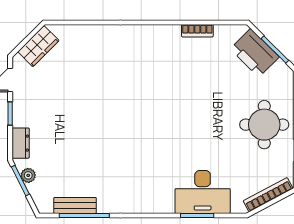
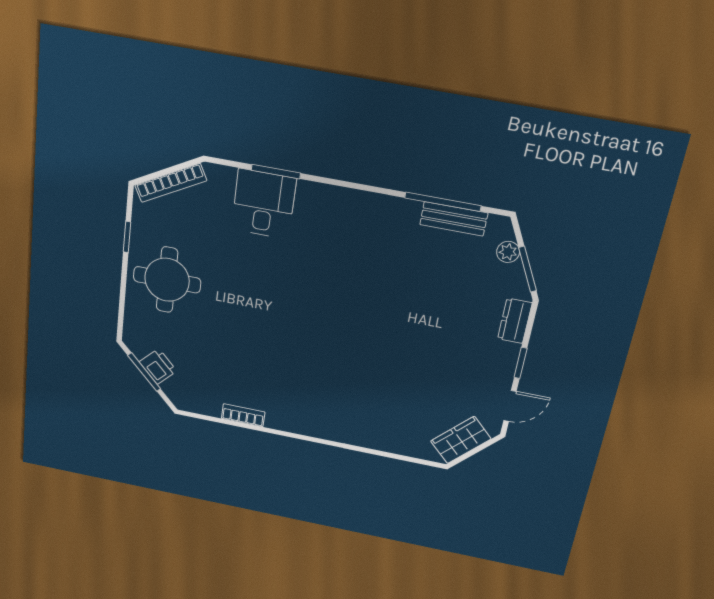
printer: (255, 53) -> (158, 366), width x0.53, depth x0.68
plant: (28, 175) -> (508, 252), moved
desk: (203, 192) -> (264, 204), width x0.73

